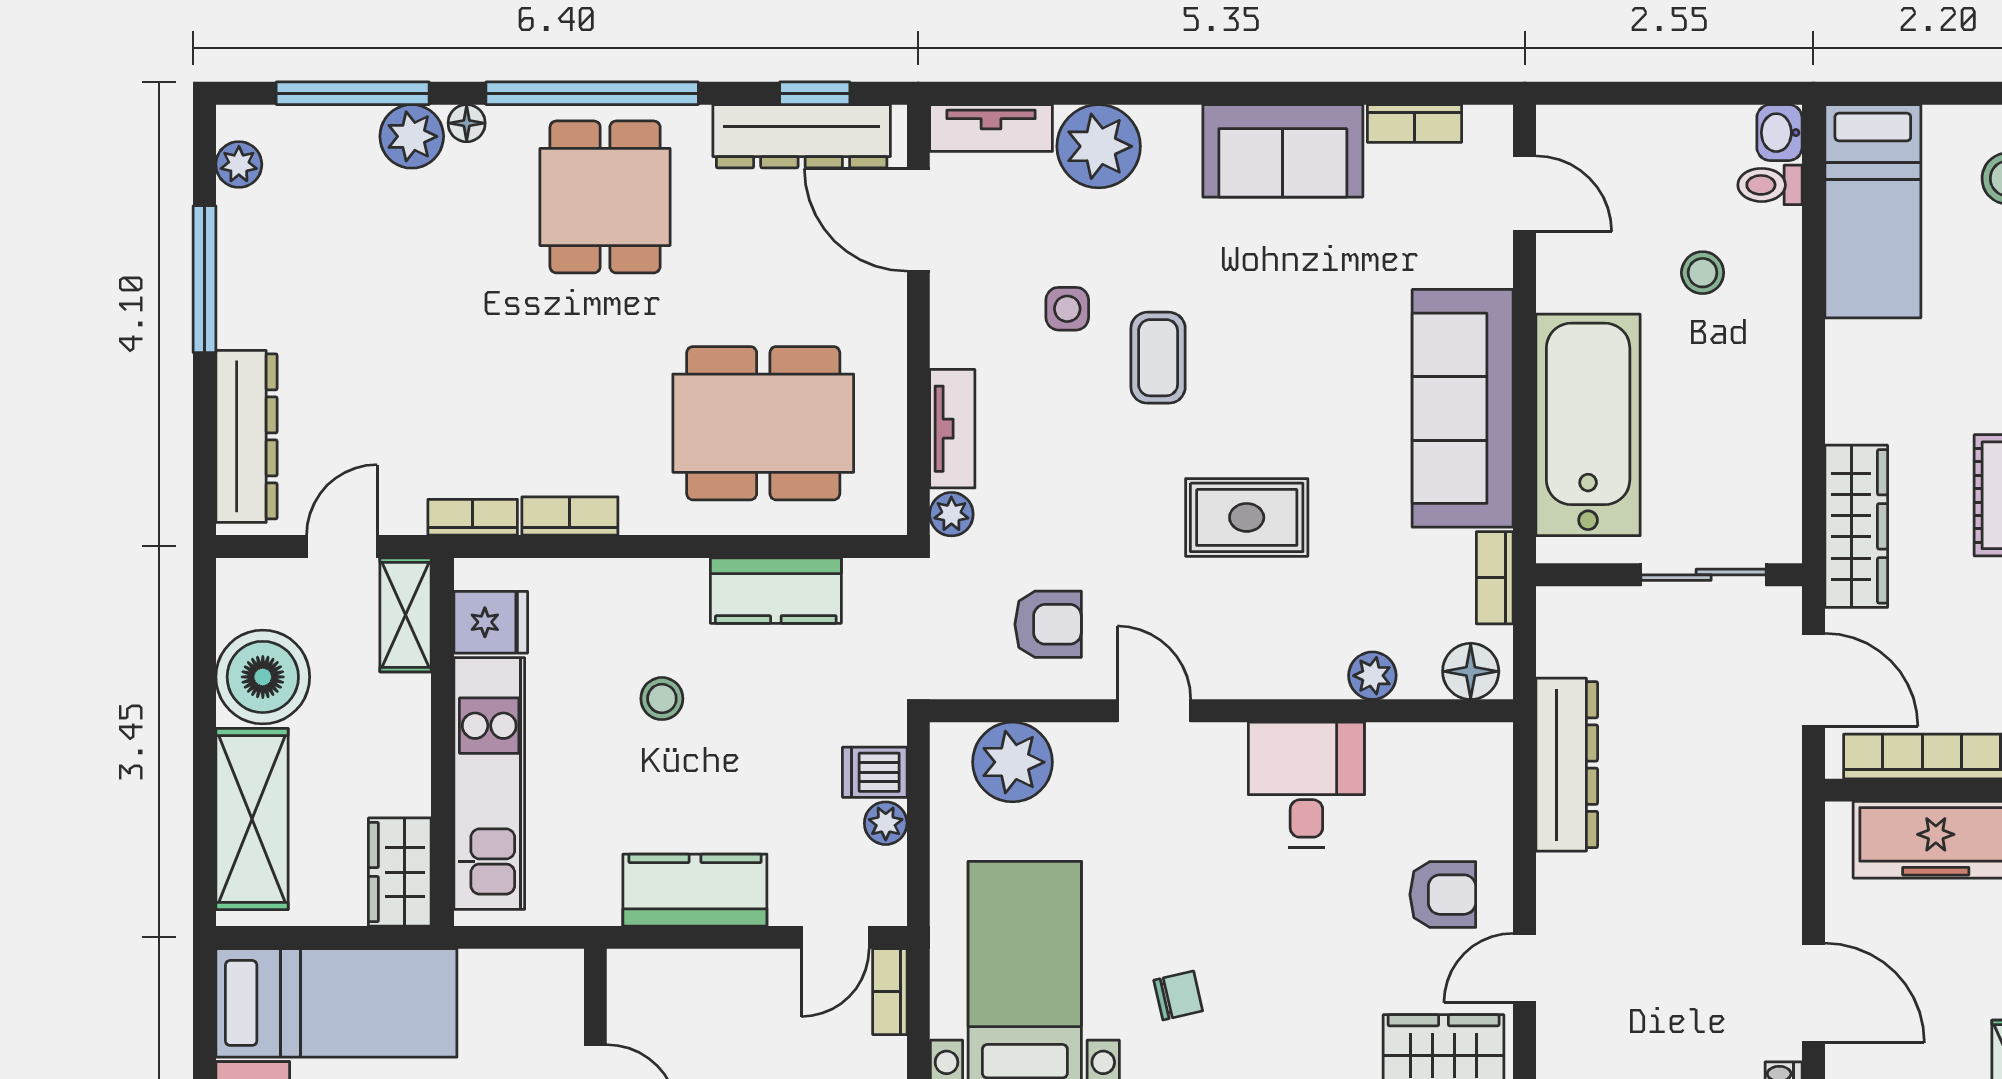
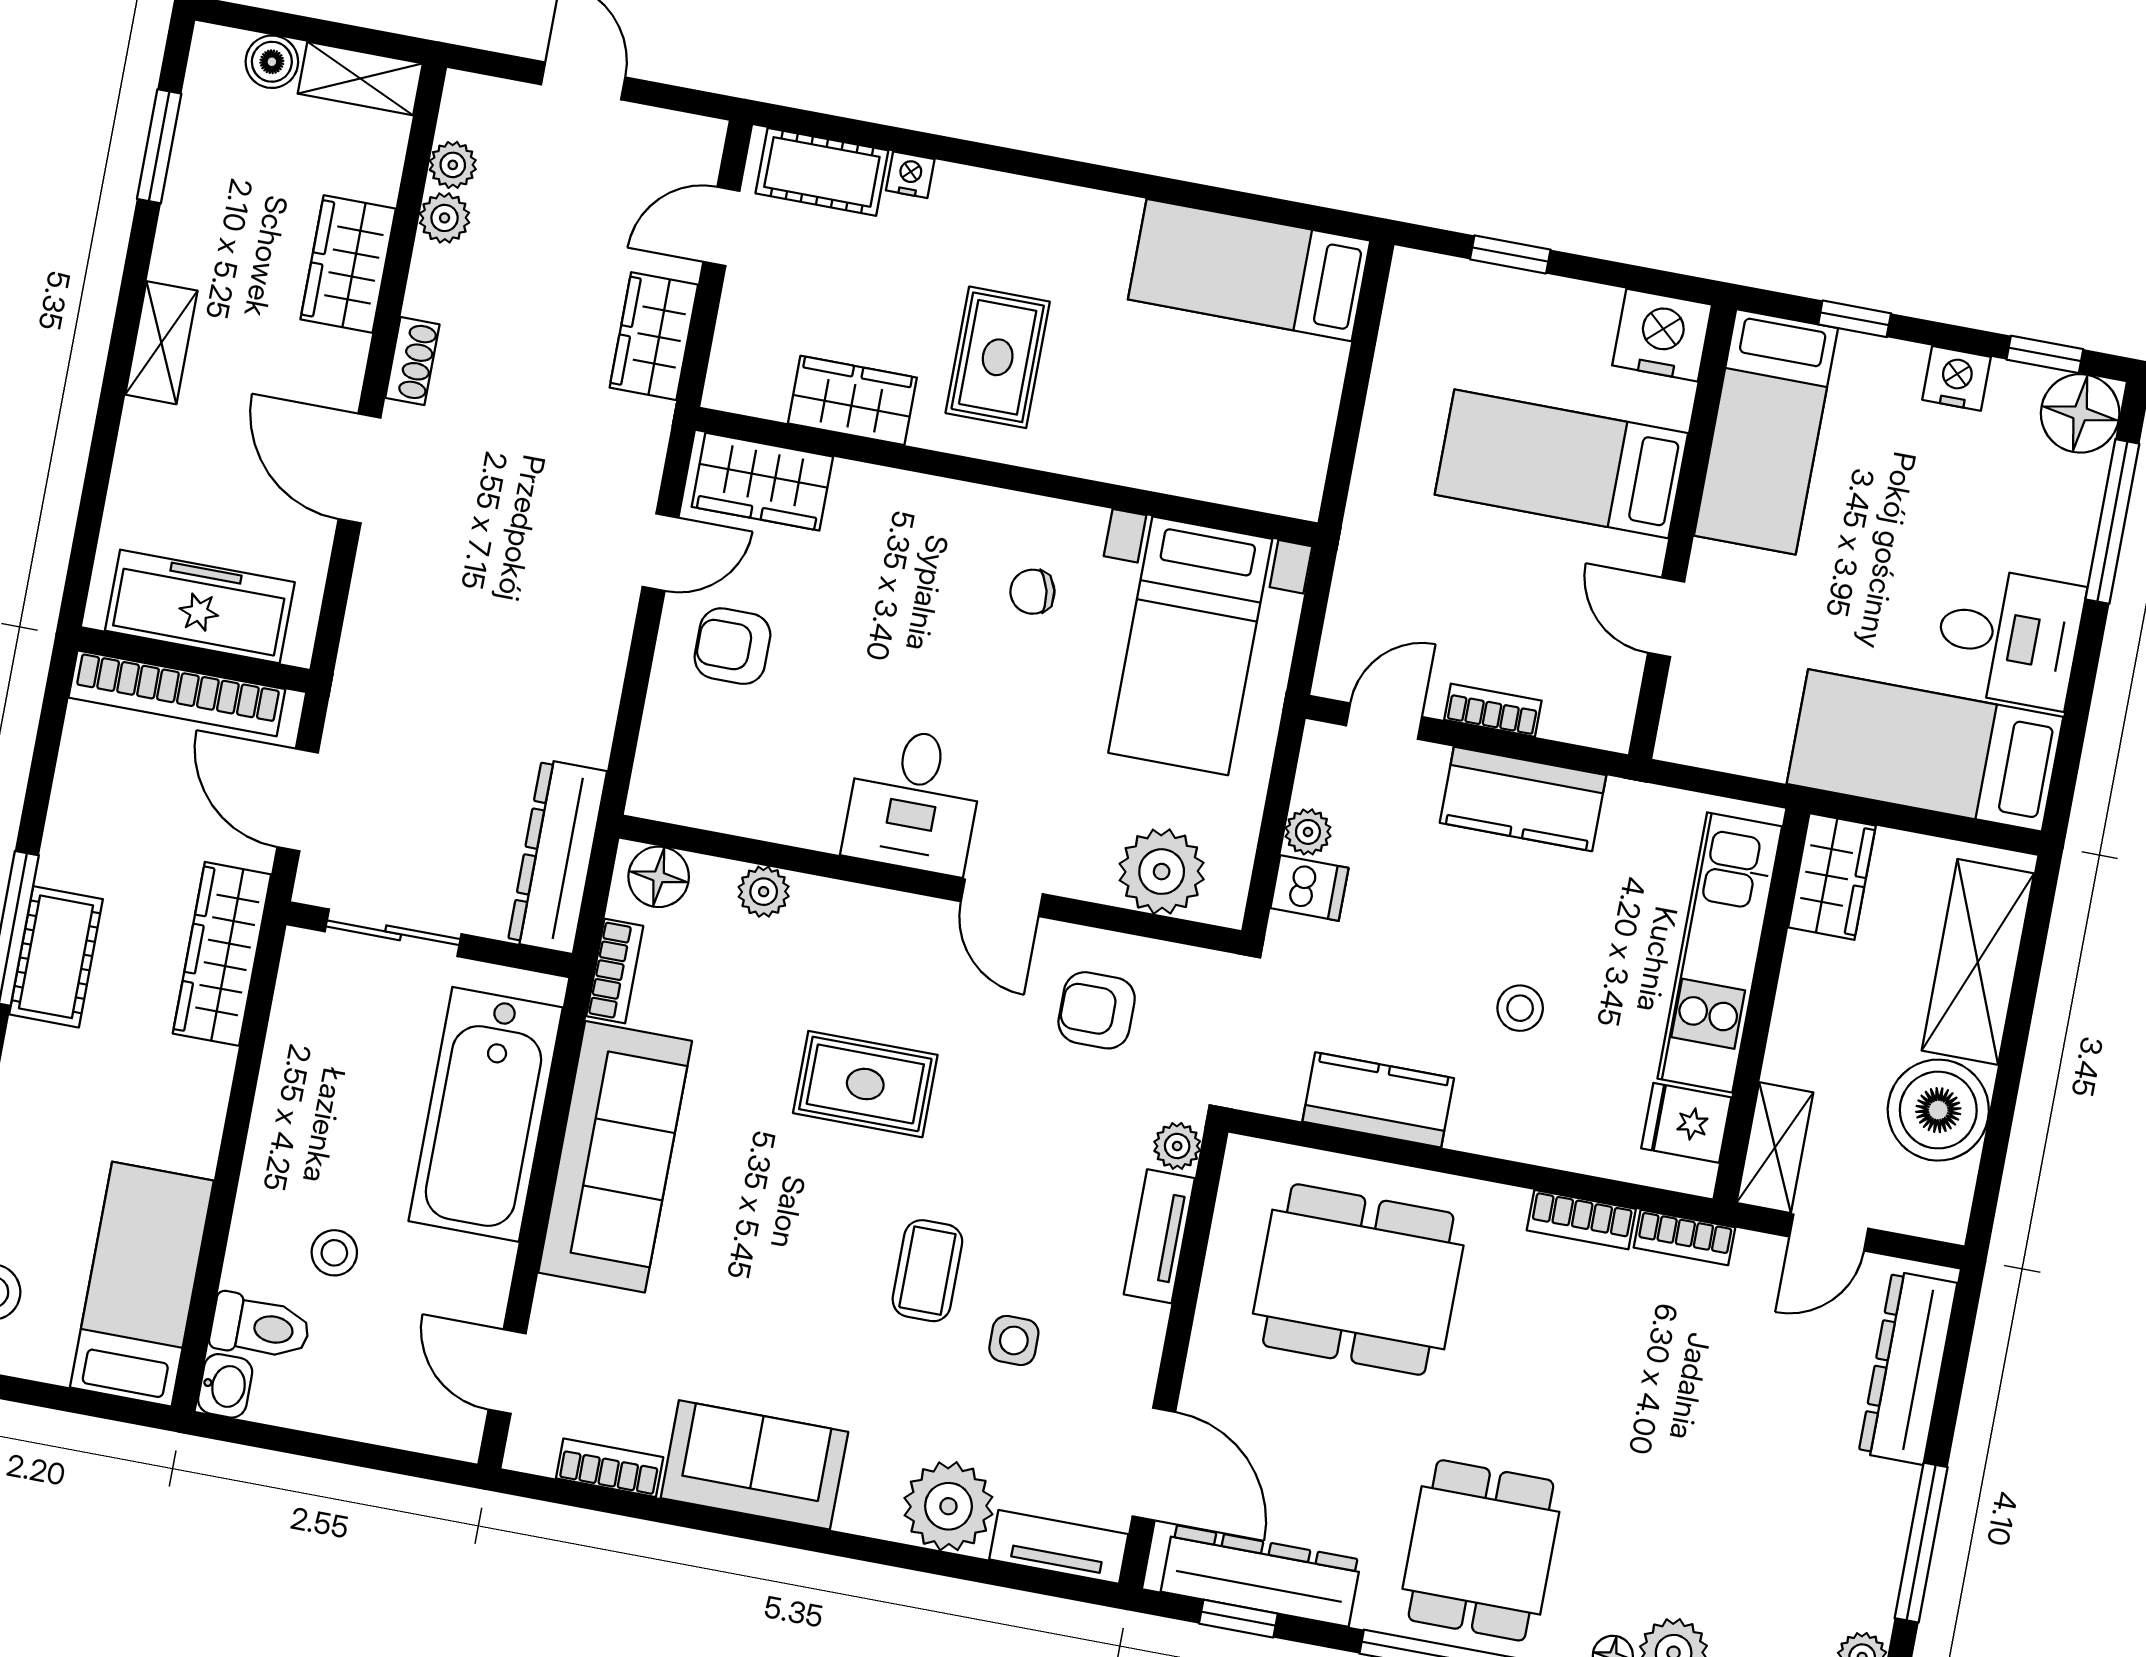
toilet: (1770, 185) -> (260, 1327), width x1.37, depth x1.39
dresser: (1567, 765) -> (557, 856), moved
desk: (1306, 785) -> (914, 800), moved
bookcase: (890, 992) -> (1493, 710), moved, turned -90

